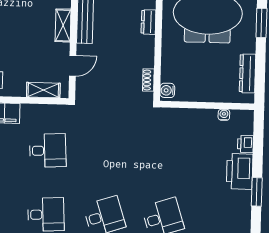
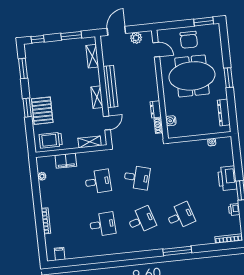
dresser: (148, 22) -> (156, 109), moved
water cooler: (167, 90) -> (171, 121), moved
printer: (245, 144) -> (234, 210), moved
desk: (106, 152) -> (137, 177), added

